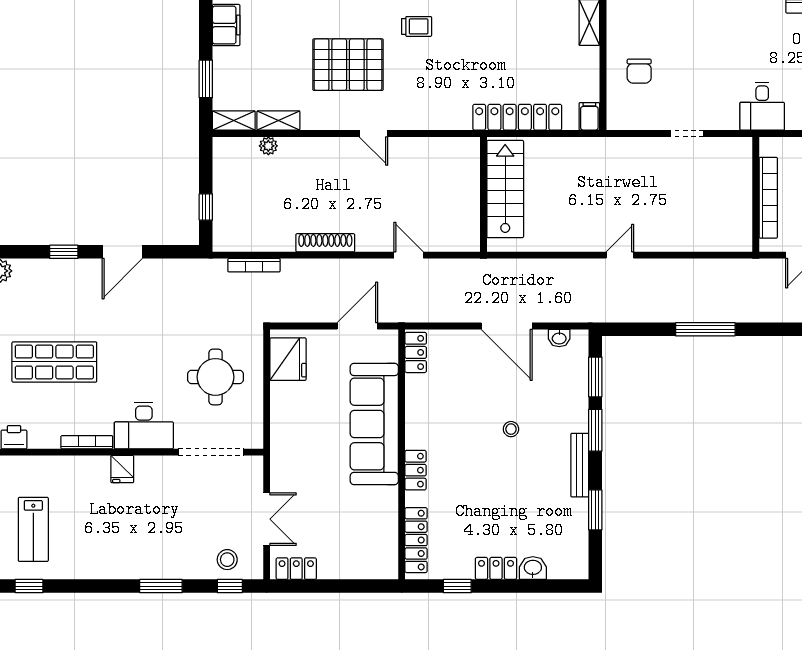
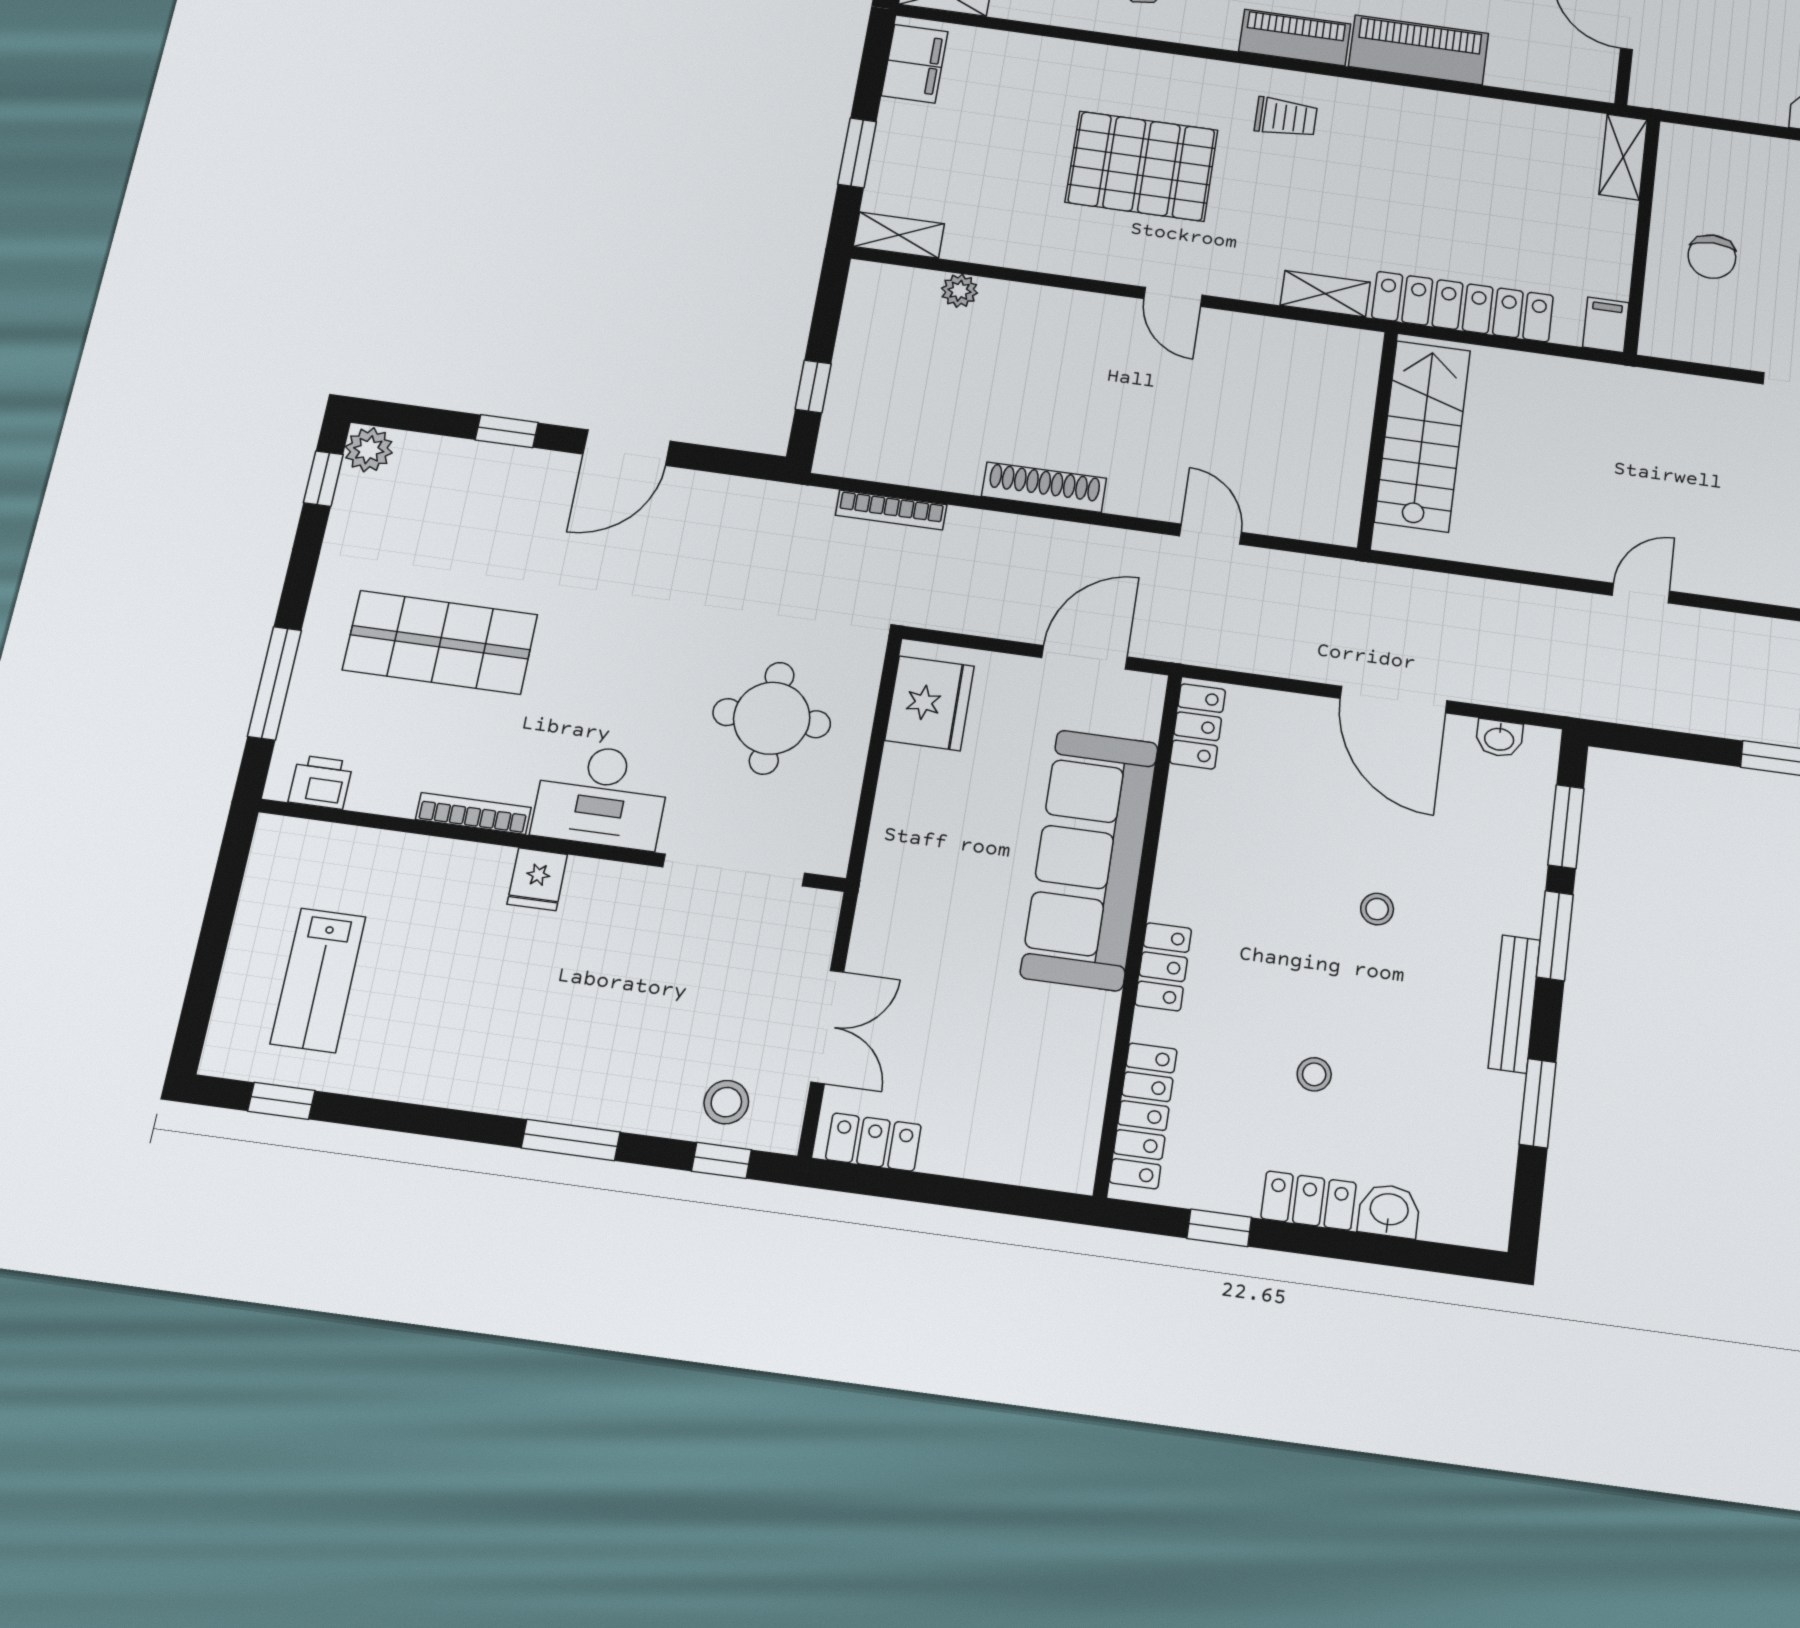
shelving: (278, 120) -> (1325, 294), moved
stool: (491, 511) -> (1314, 1074), added

